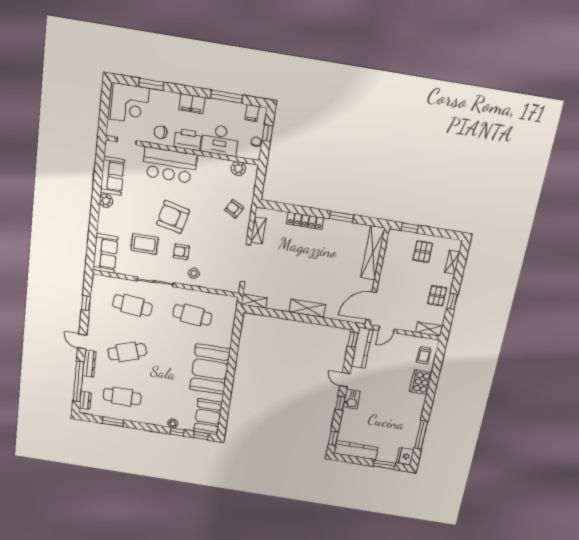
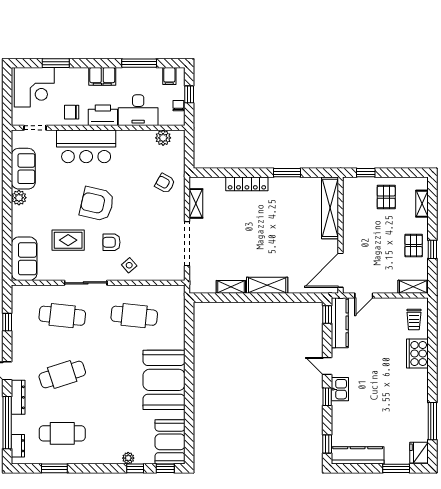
shelving: (254, 301) -> (231, 287), moved

